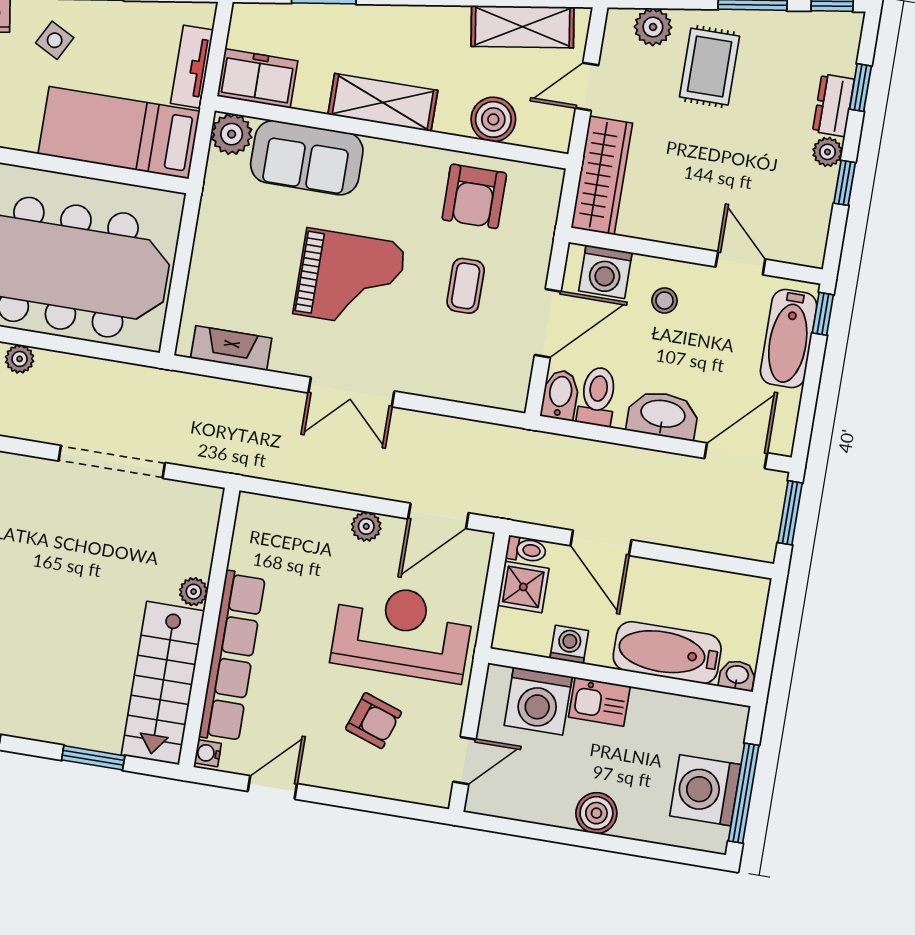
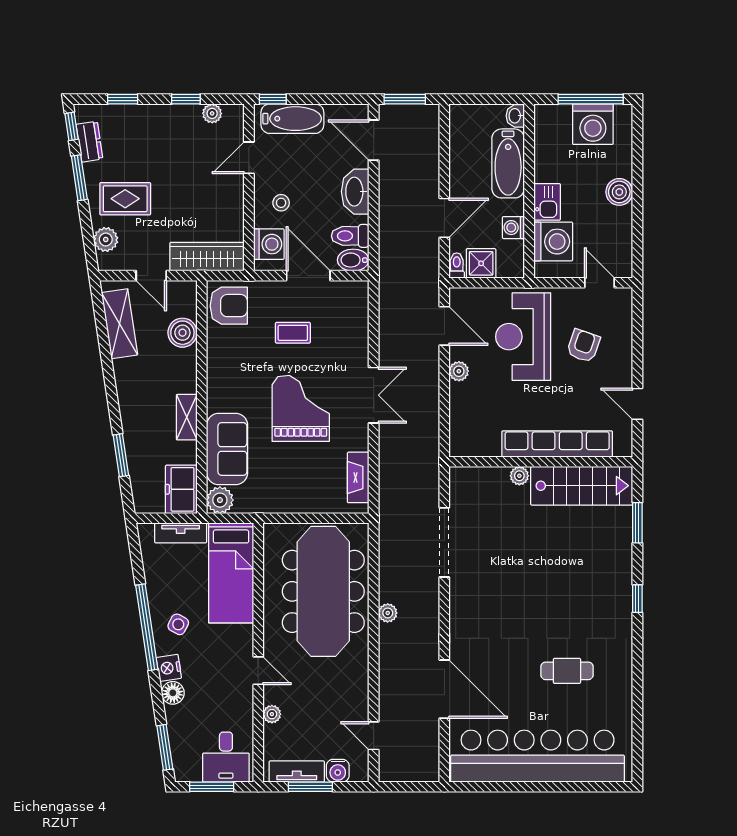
shelving: (383, 102) -> (187, 417), width x0.67, depth x0.75
dresser: (833, 105) -> (90, 142), moved, turned -99
plant: (827, 152) -> (212, 113), moved
armchair: (474, 196) -> (229, 306), moved
water cooler: (208, 753) -> (622, 449), removed

